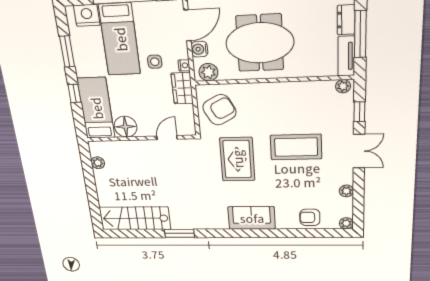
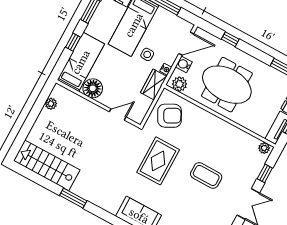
coffee table: (296, 147) -> (206, 175), width x0.73, depth x0.76

